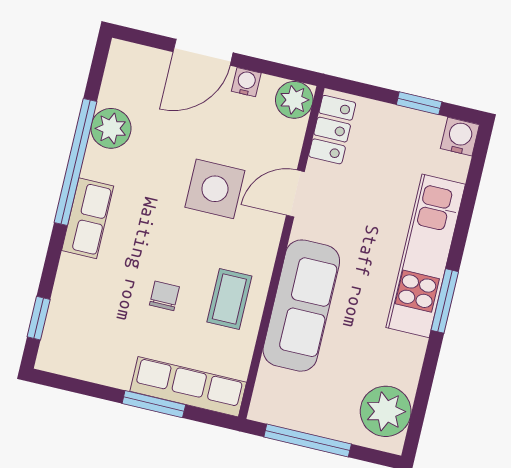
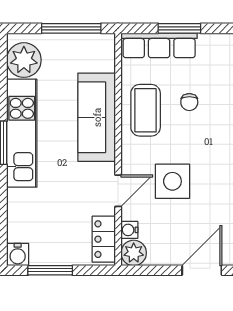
water cooler: (246, 82) -> (129, 230), moved, turned 90
window: (419, 103) -> (50, 270), width x1.50
kitchen unit: (426, 256) -> (22, 133), moved
coffee table: (229, 299) -> (146, 110), width x1.36, depth x1.30

